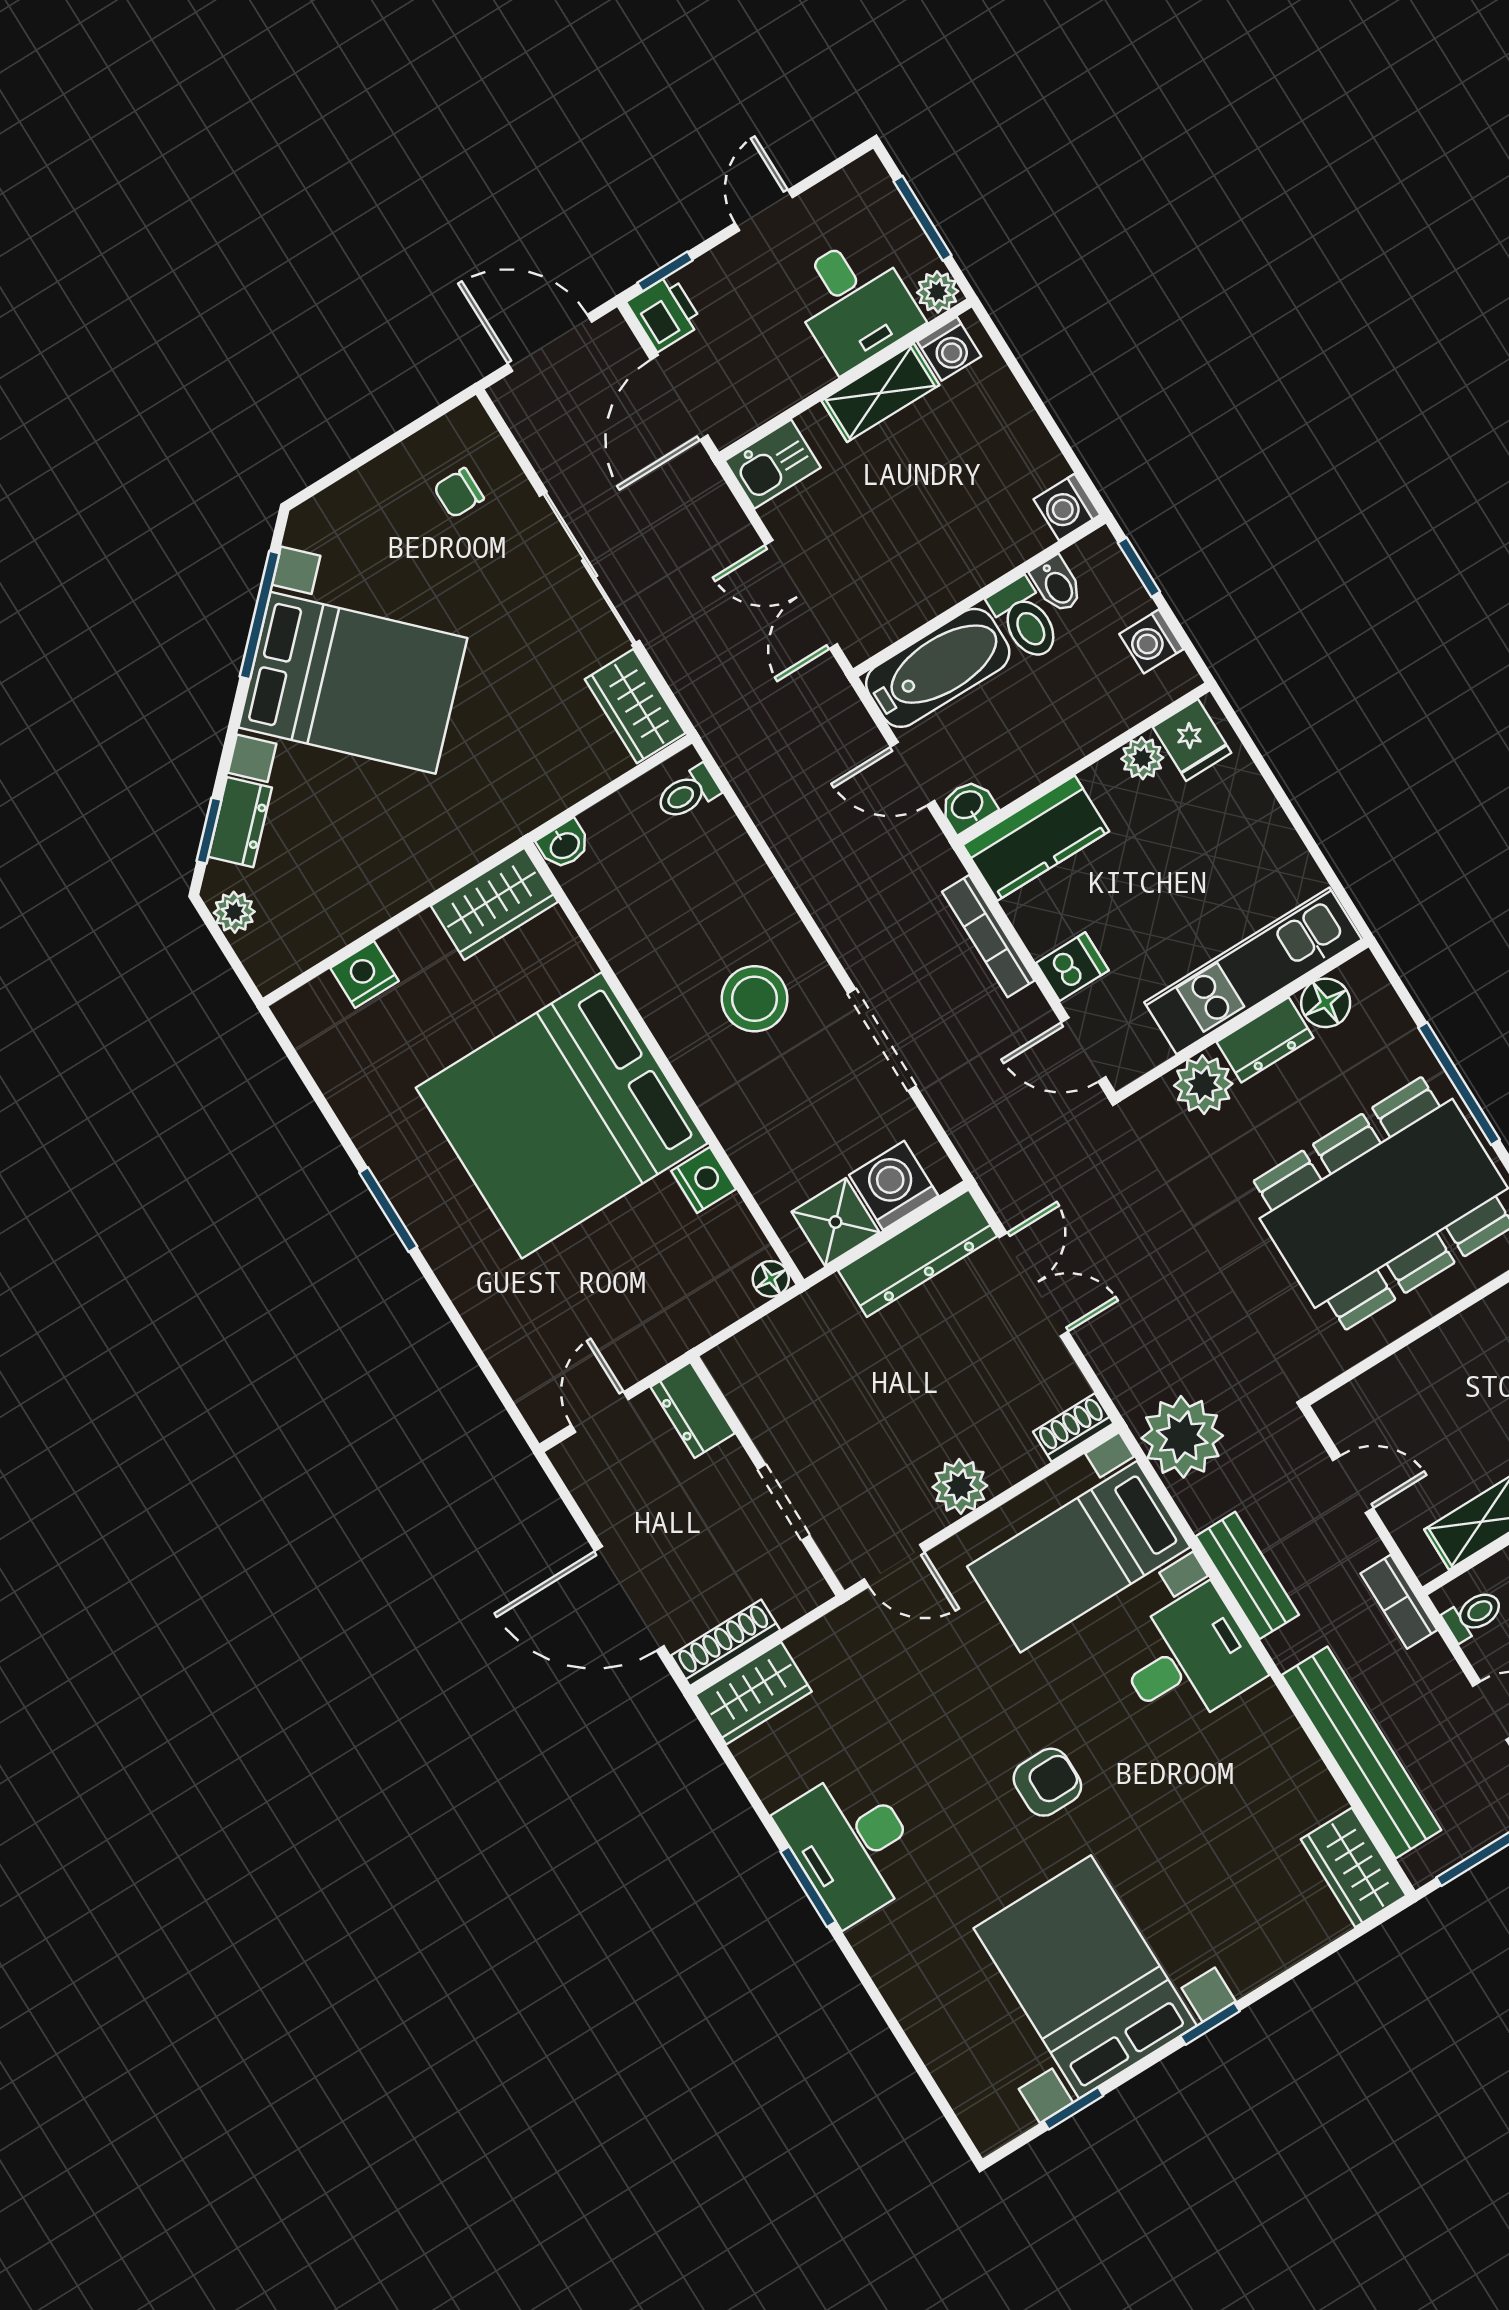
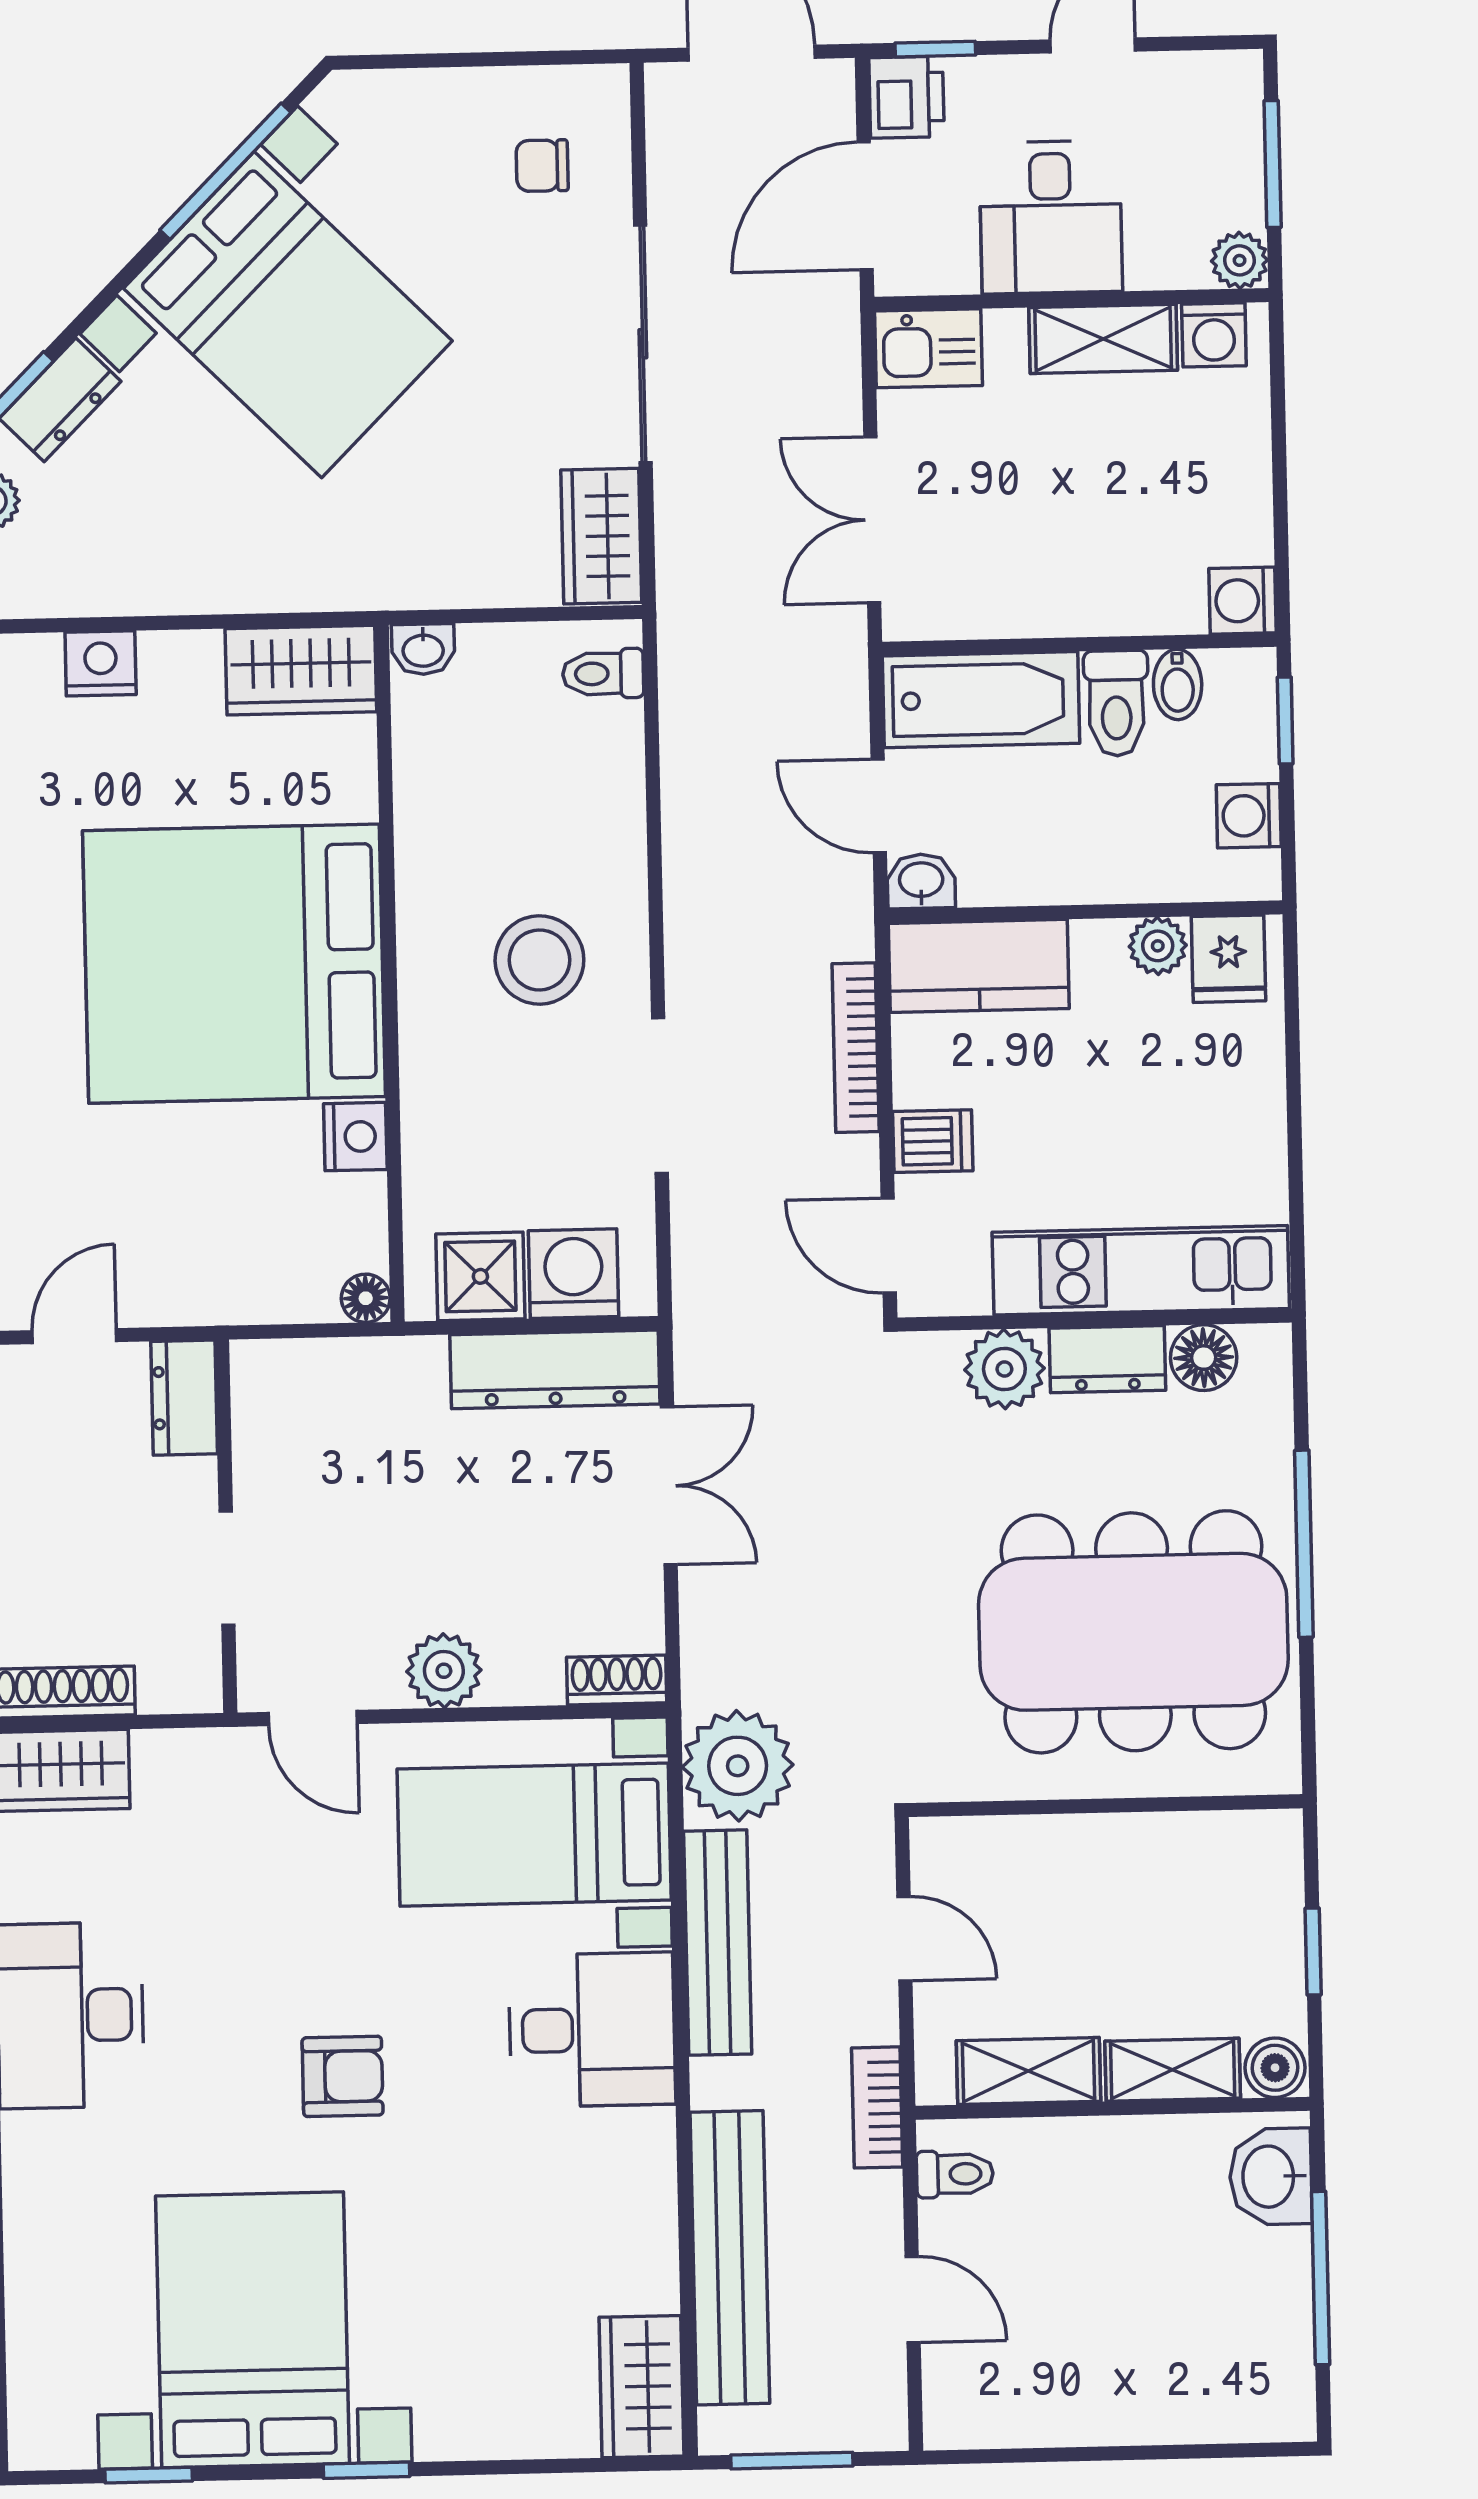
desk: (854, 303) -> (1051, 217), moved
bench: (1247, 1575) -> (718, 1943), width x1.36

